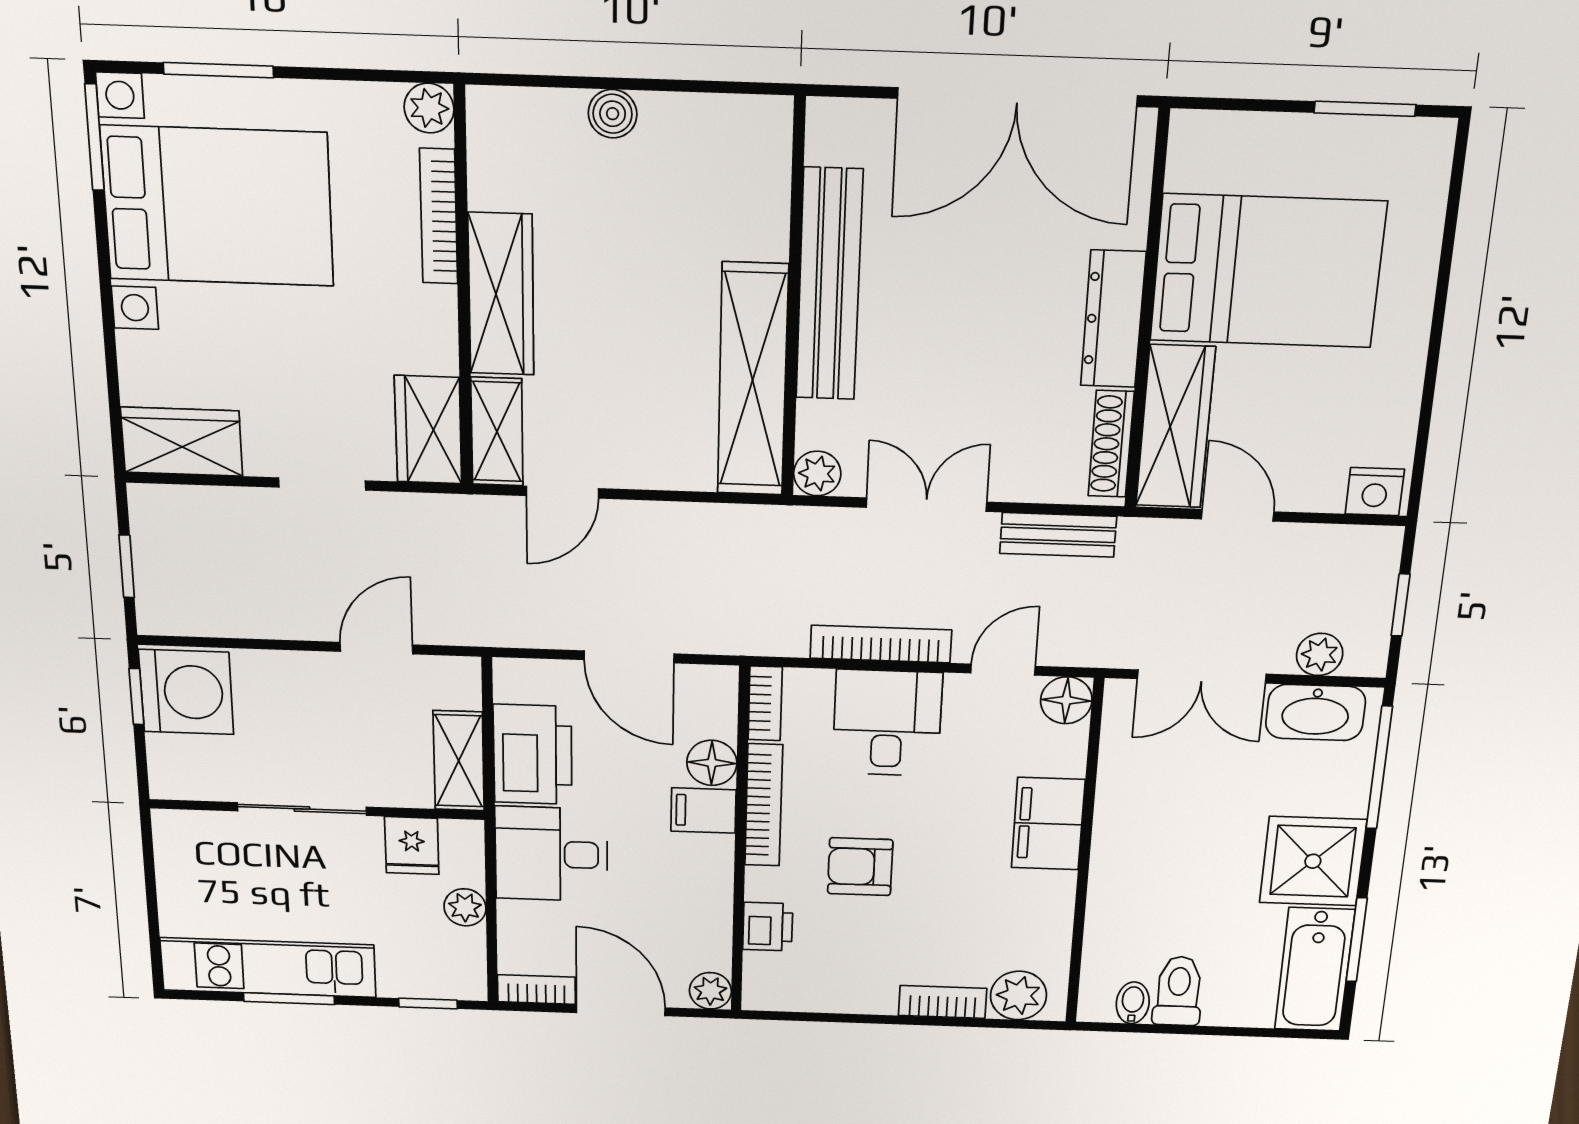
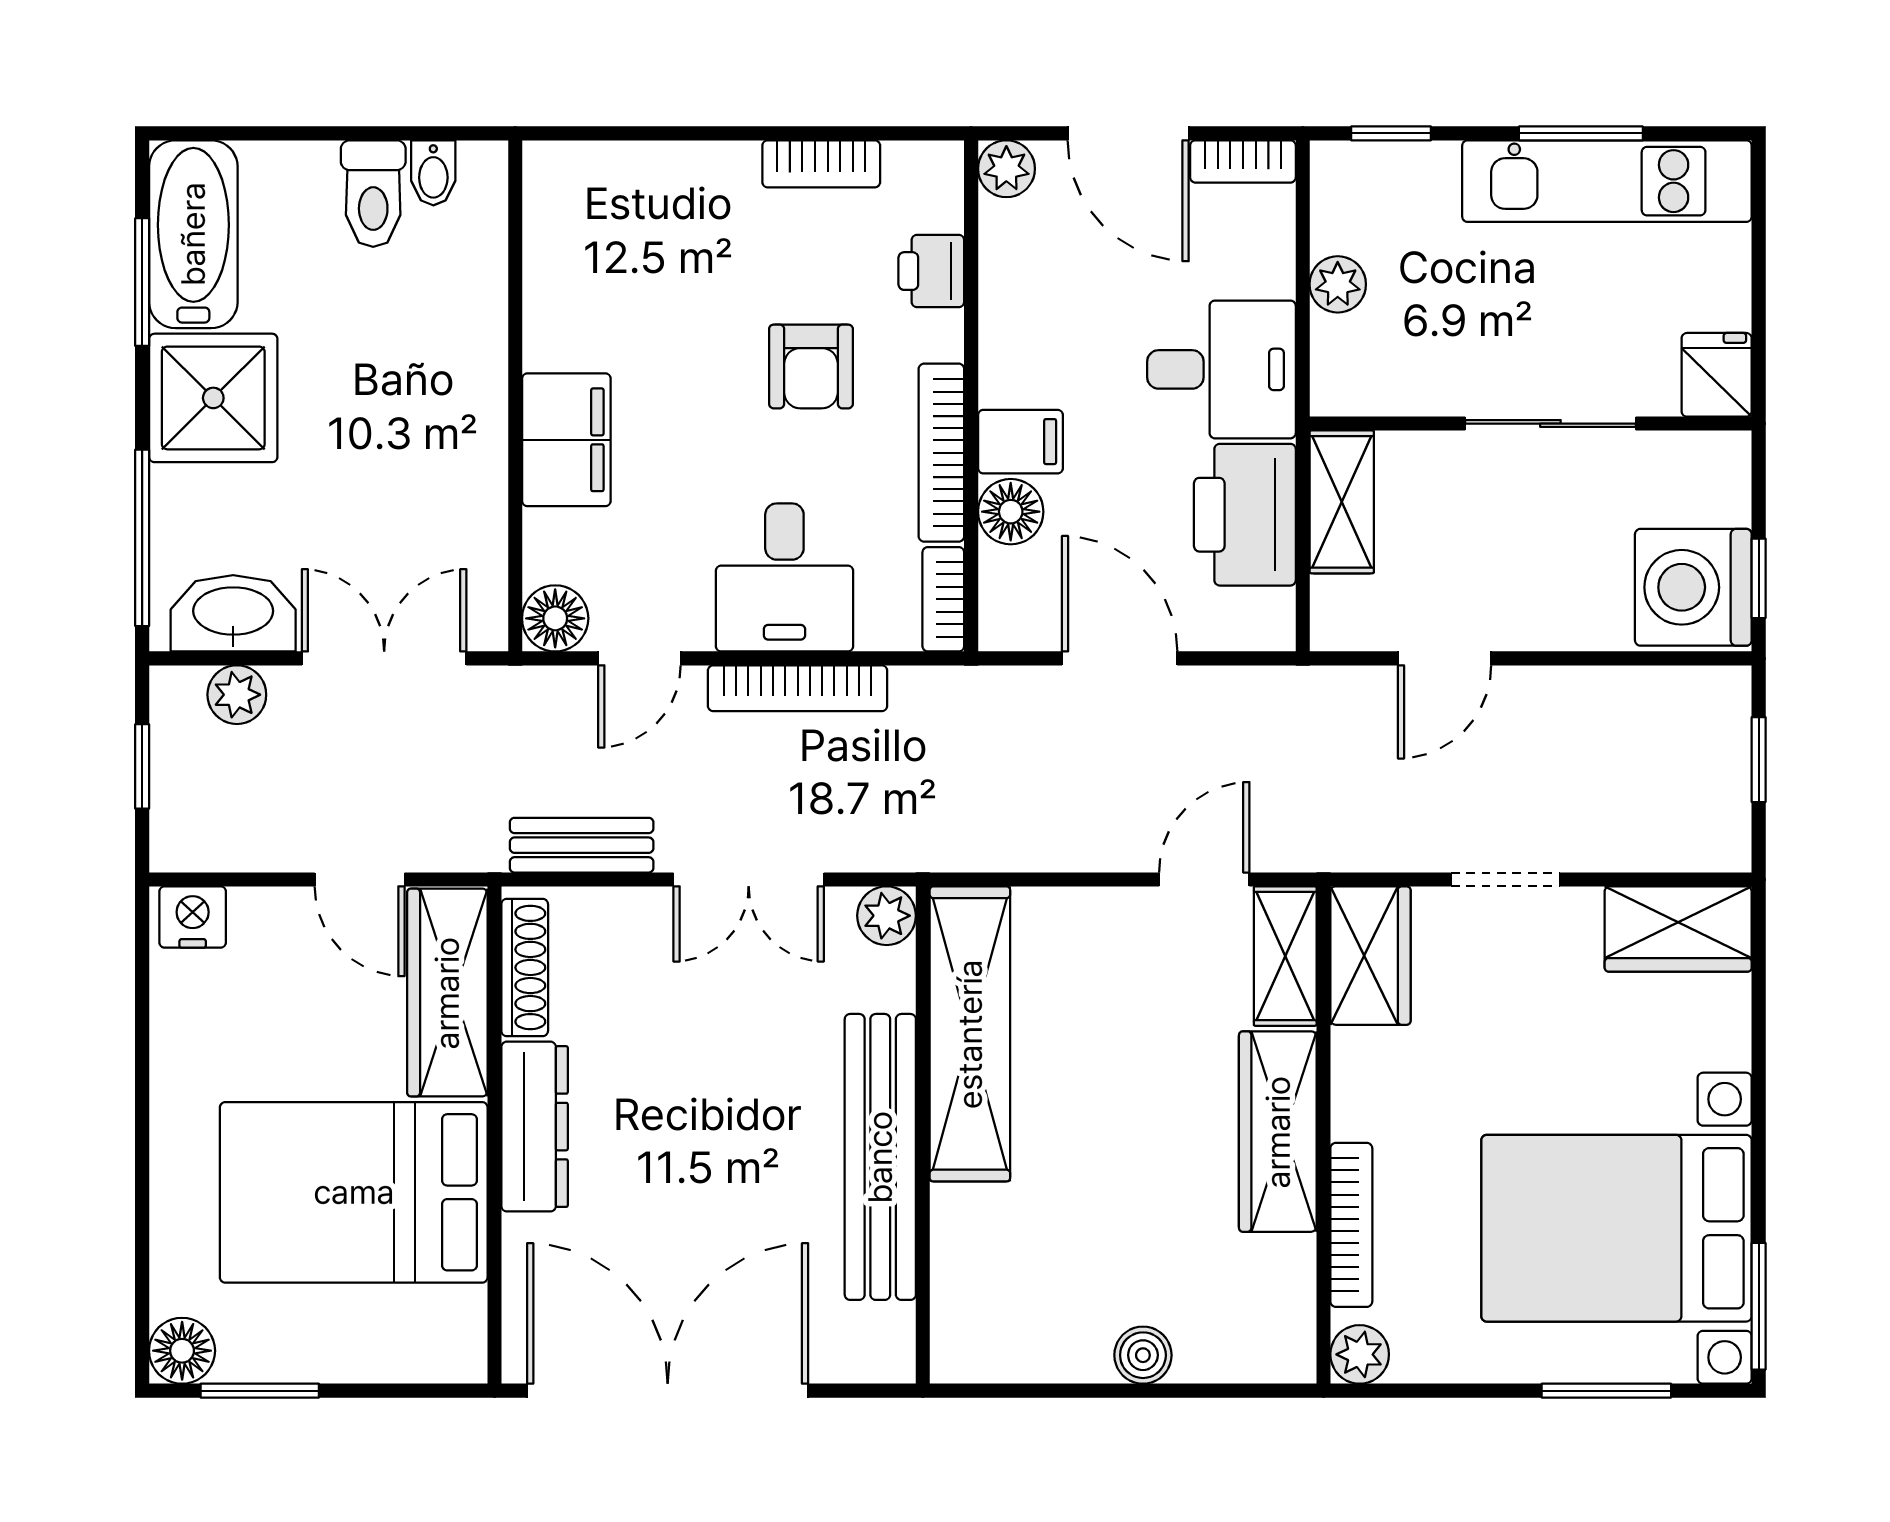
floor lamp: (1427, 145) -> (182, 1351), added
fridge: (412, 846) -> (1717, 375), moved
armchair: (860, 867) -> (811, 366), turned 90
plant: (1019, 995) -> (589, 178), removed
bookcase: (943, 1002) -> (821, 164), moved

